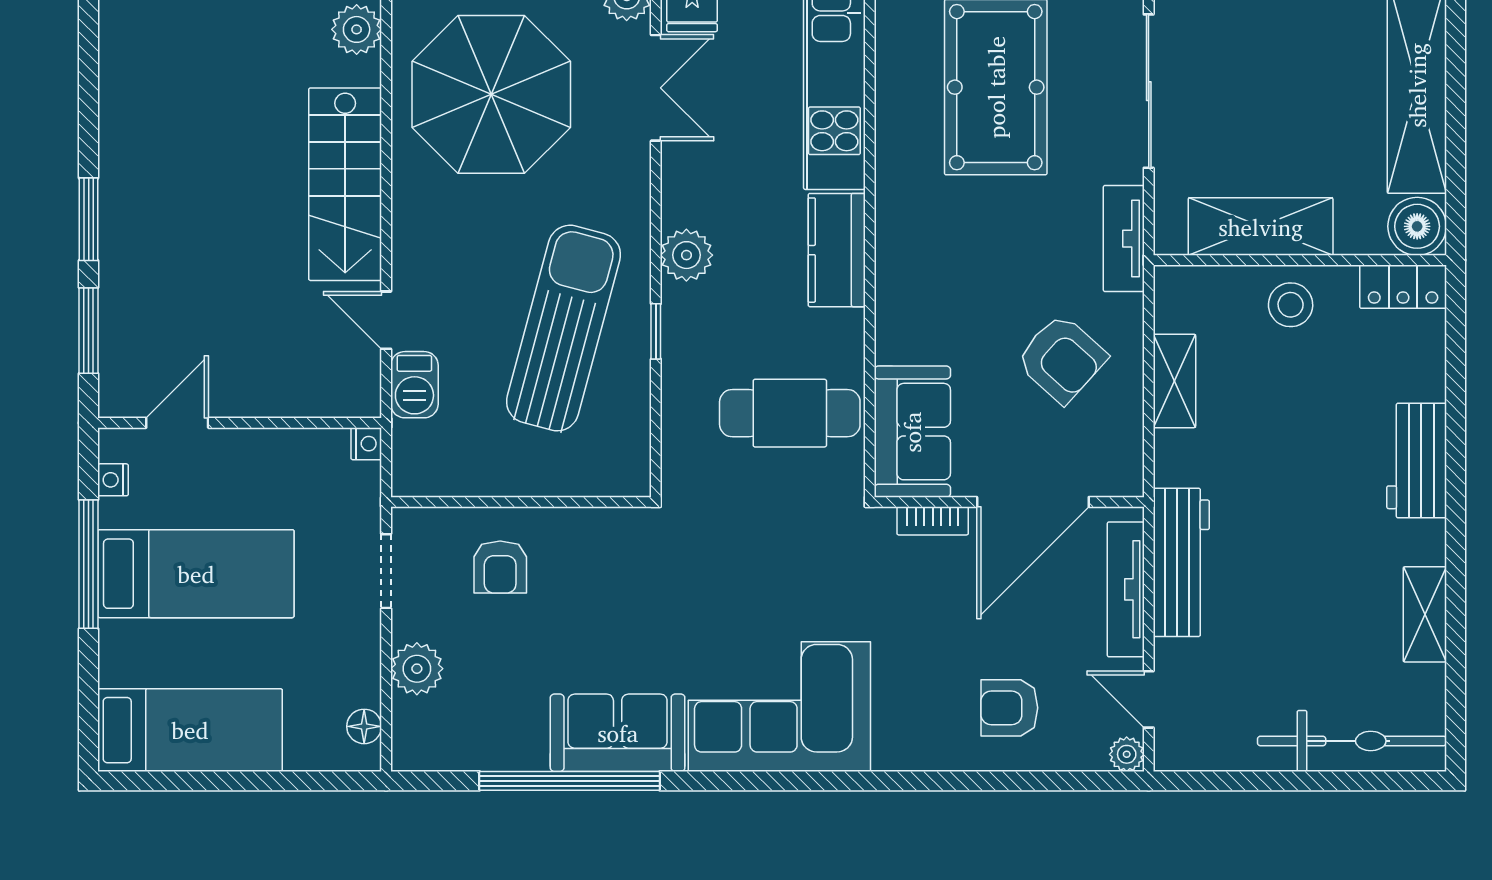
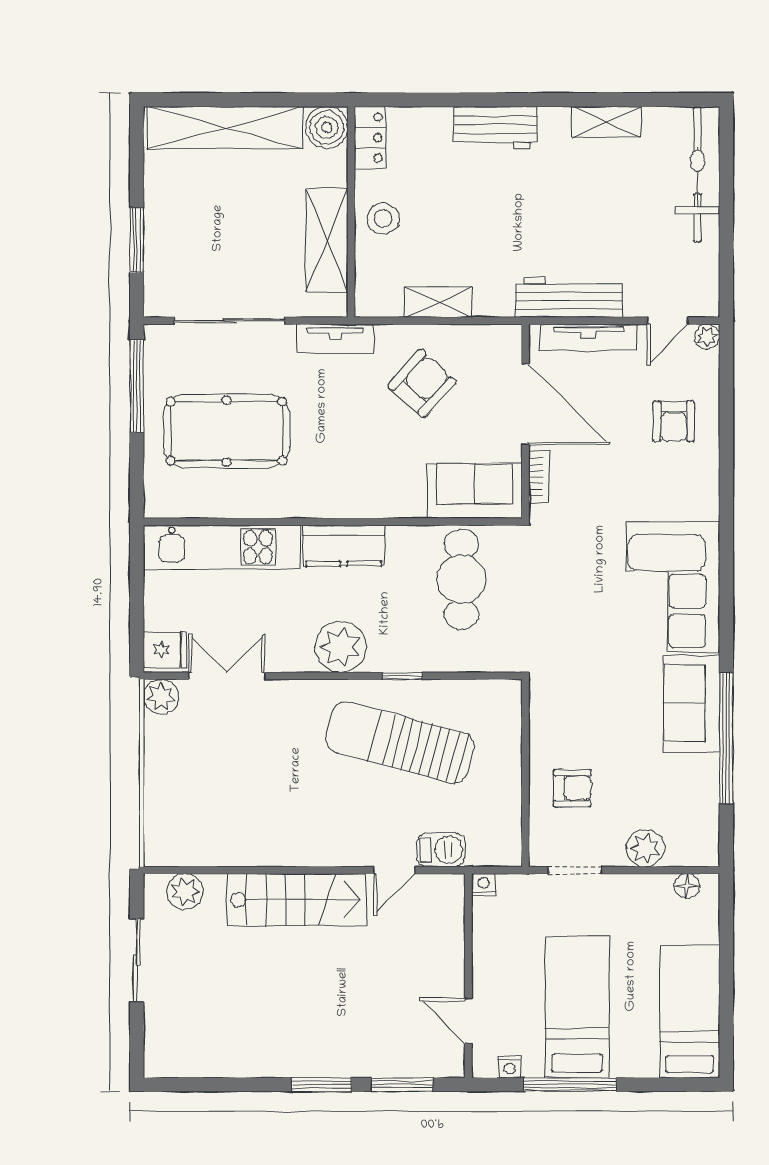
parasol: (491, 94) -> (232, 794), removed
plant: (686, 255) -> (341, 647), width x1.36, depth x1.36

